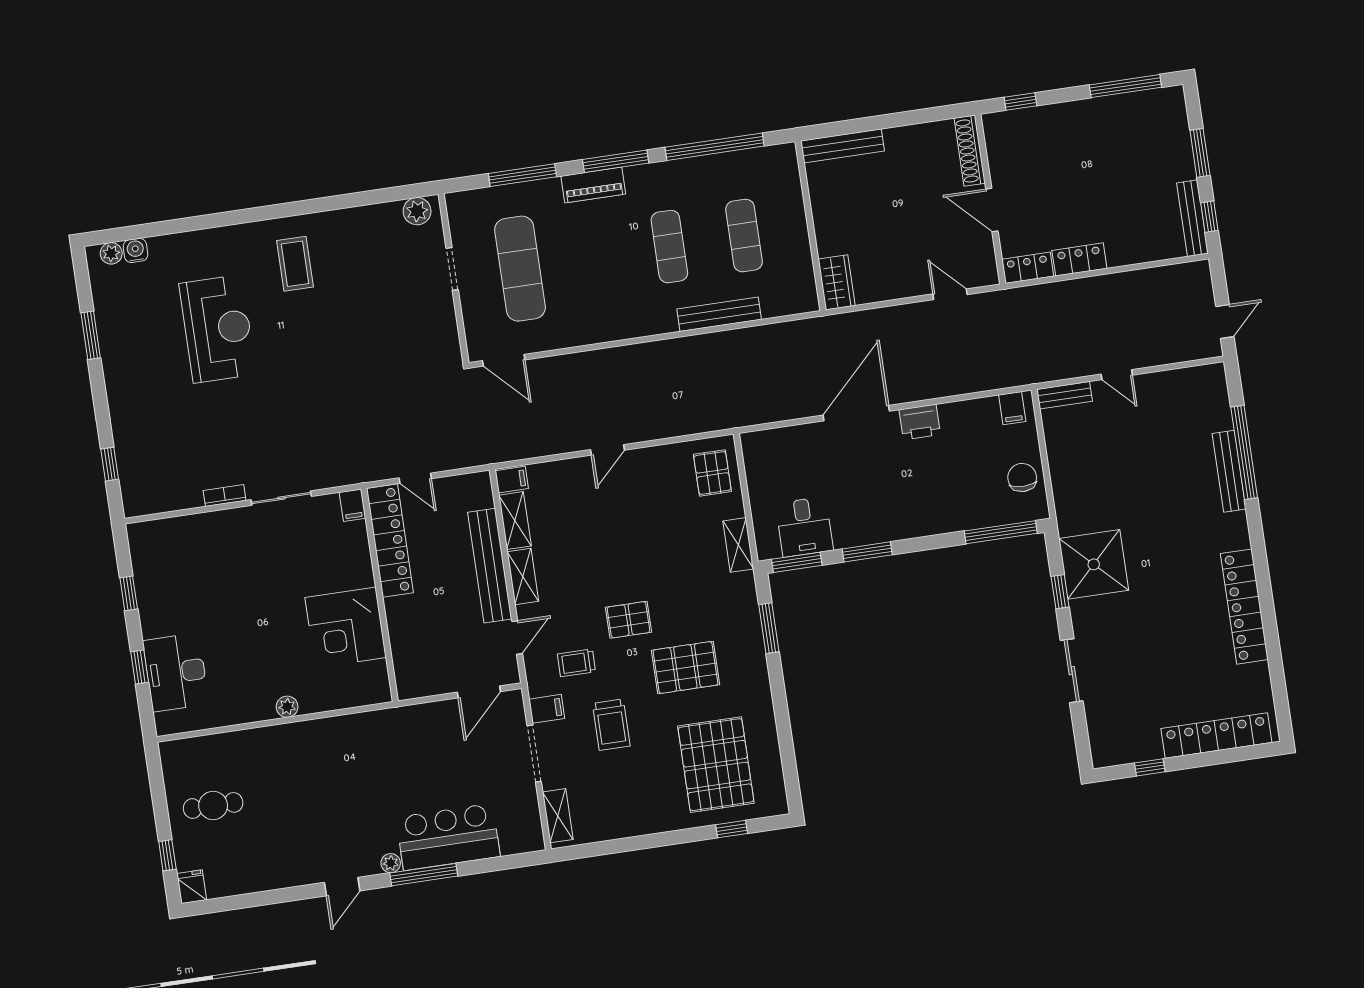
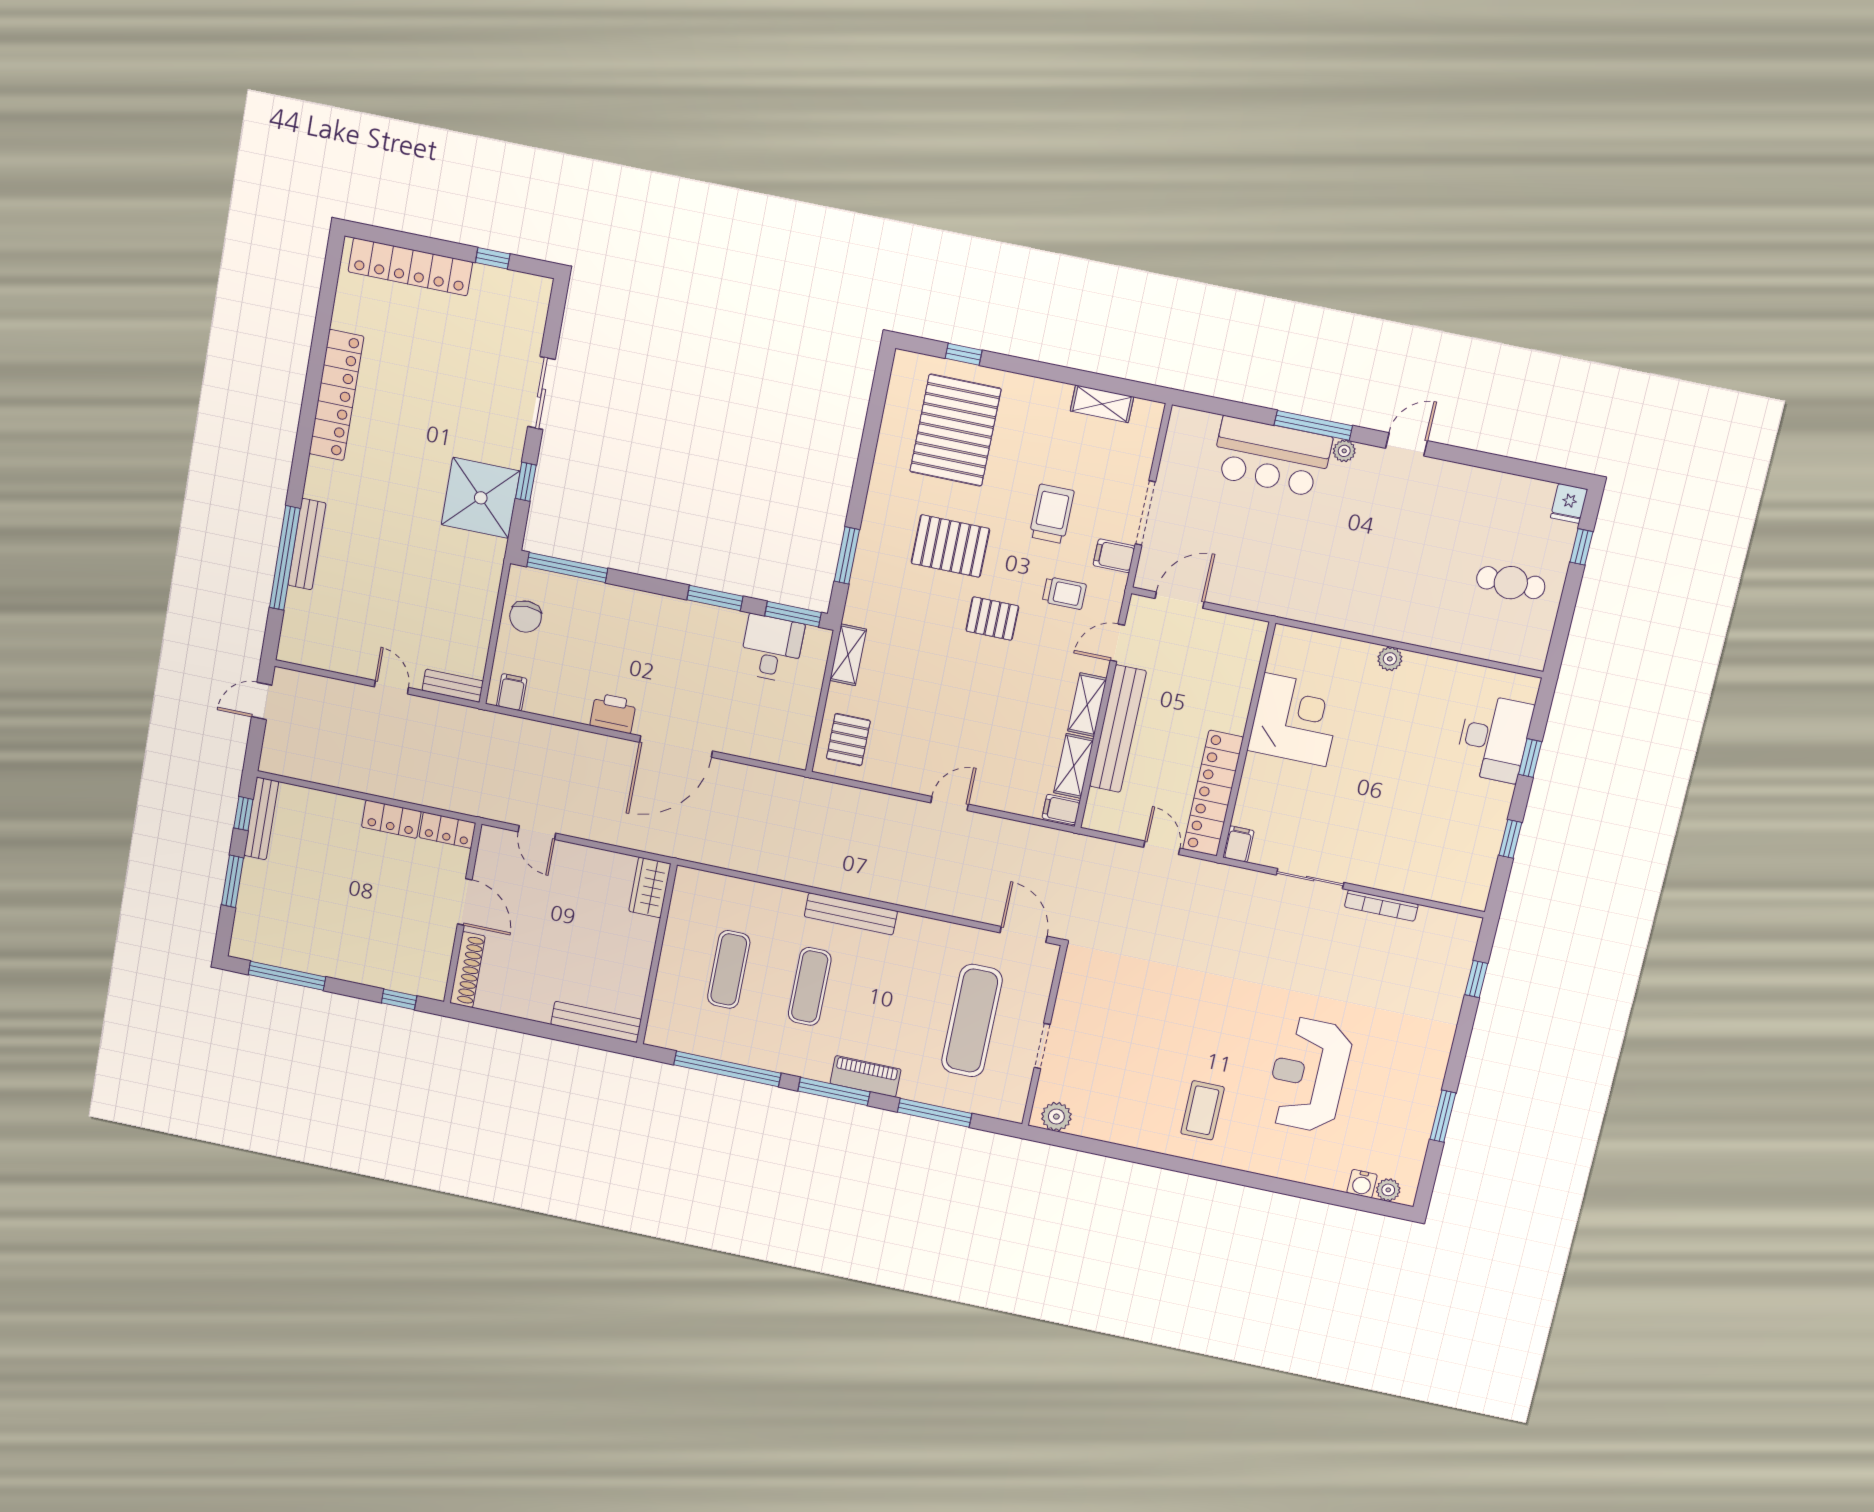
bench: (719, 314) -> (851, 914), moved
bookcase: (225, 496) -> (1381, 906), width x1.56
shelving: (558, 816) -> (1102, 404), moved, turned 90

